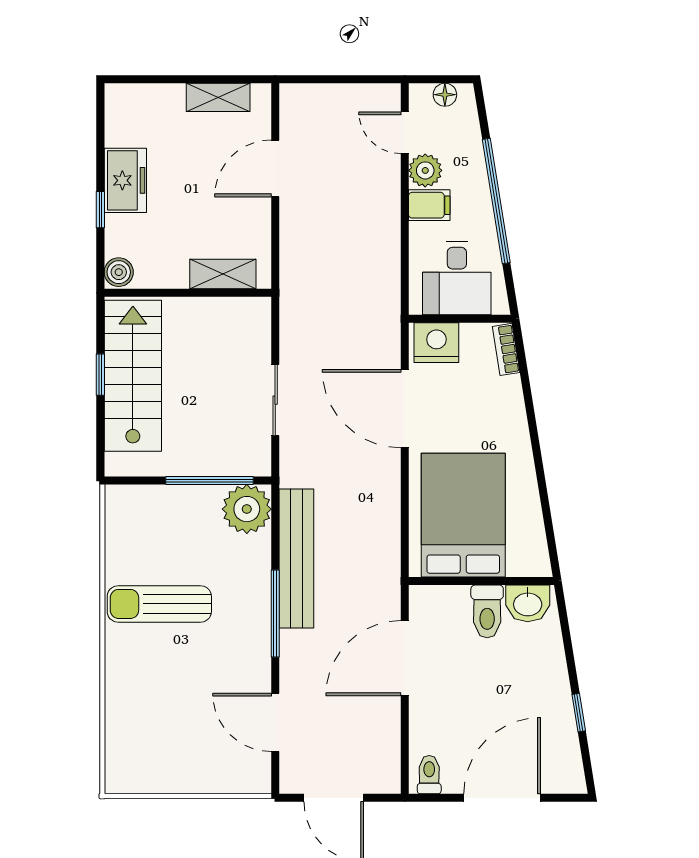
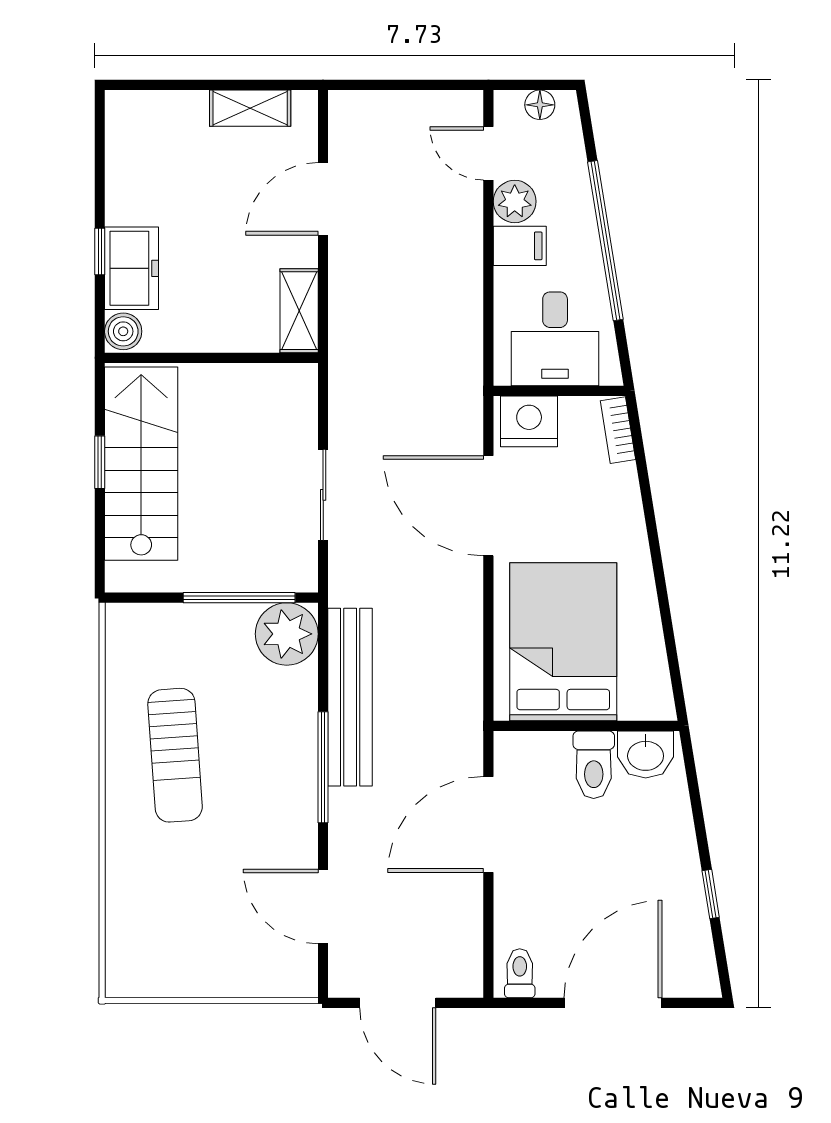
freezer: (125, 180) -> (132, 268), moved
shelving: (223, 274) -> (299, 311), moved, turned 90
sun lounger: (159, 604) -> (175, 755), turned -94

